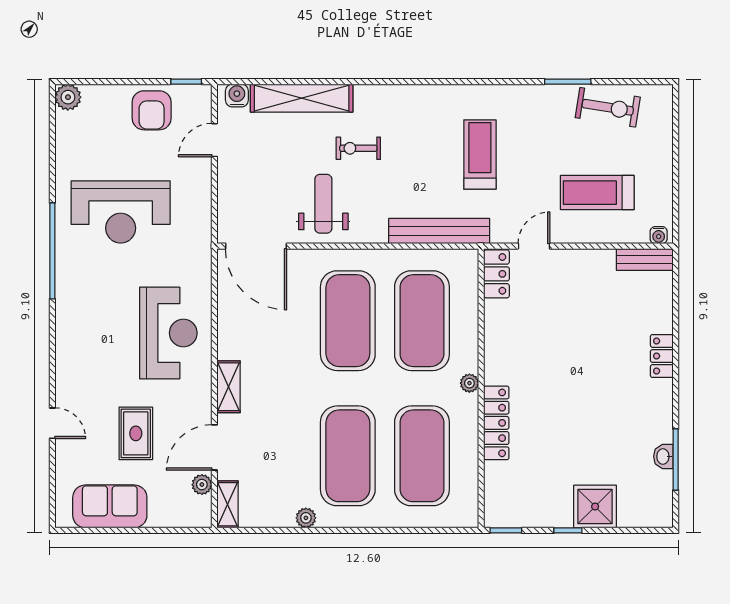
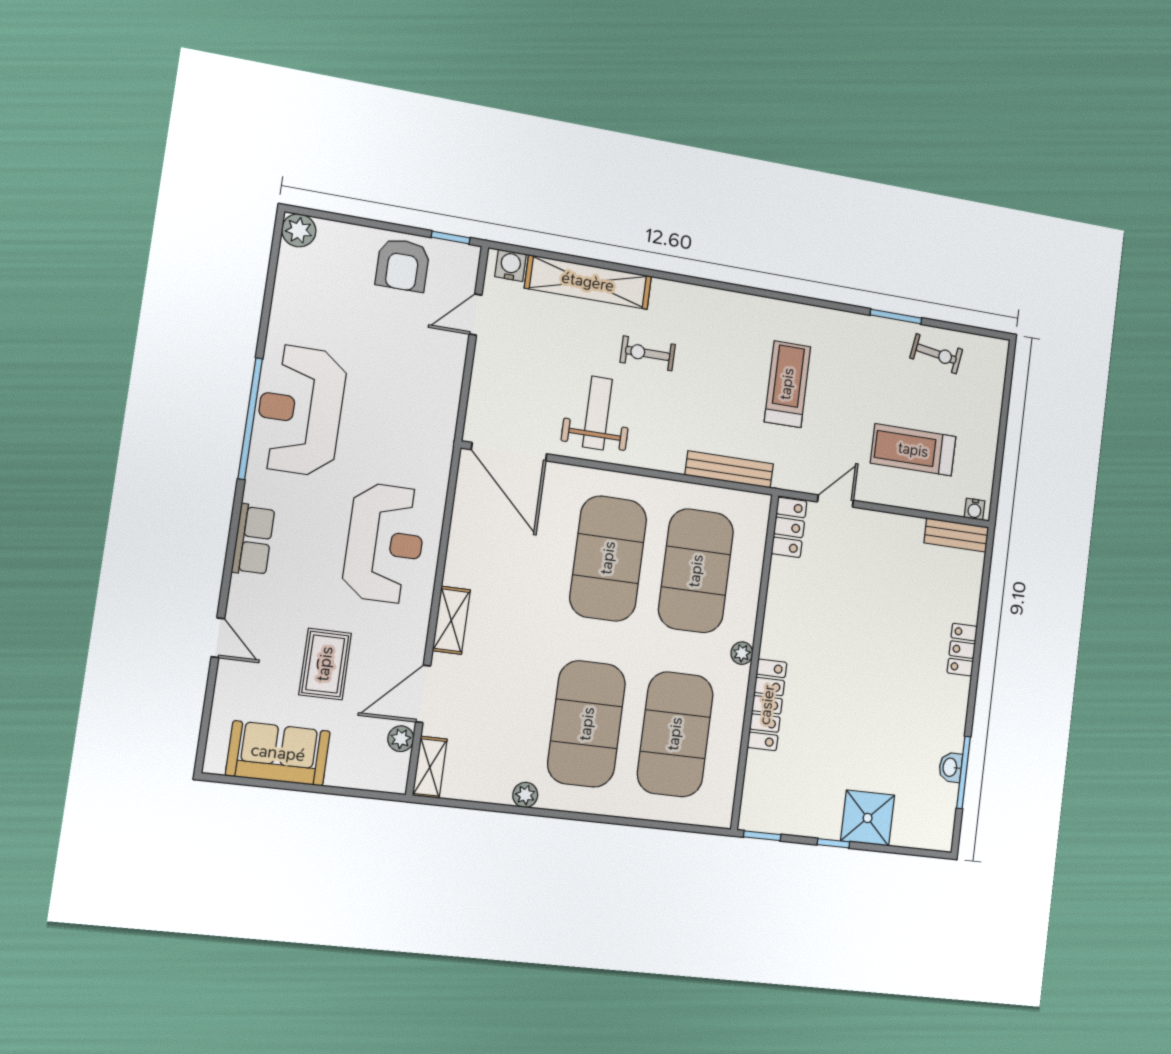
exercise bike: (608, 107) -> (936, 354), width x0.73, depth x0.72
reception desk: (121, 212) -> (300, 410), moved, turned 90
bench: (439, 231) -> (729, 469), width x0.73, depth x0.82
row of seats: (68, 344) -> (253, 540), added

